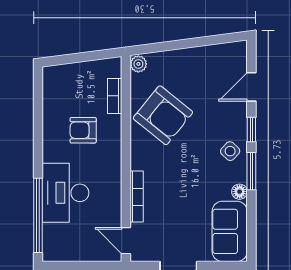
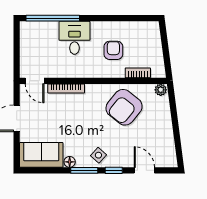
desk: (65, 193) -> (74, 38), width x0.73
door: (126, 241) -> (35, 81), swing flipped

